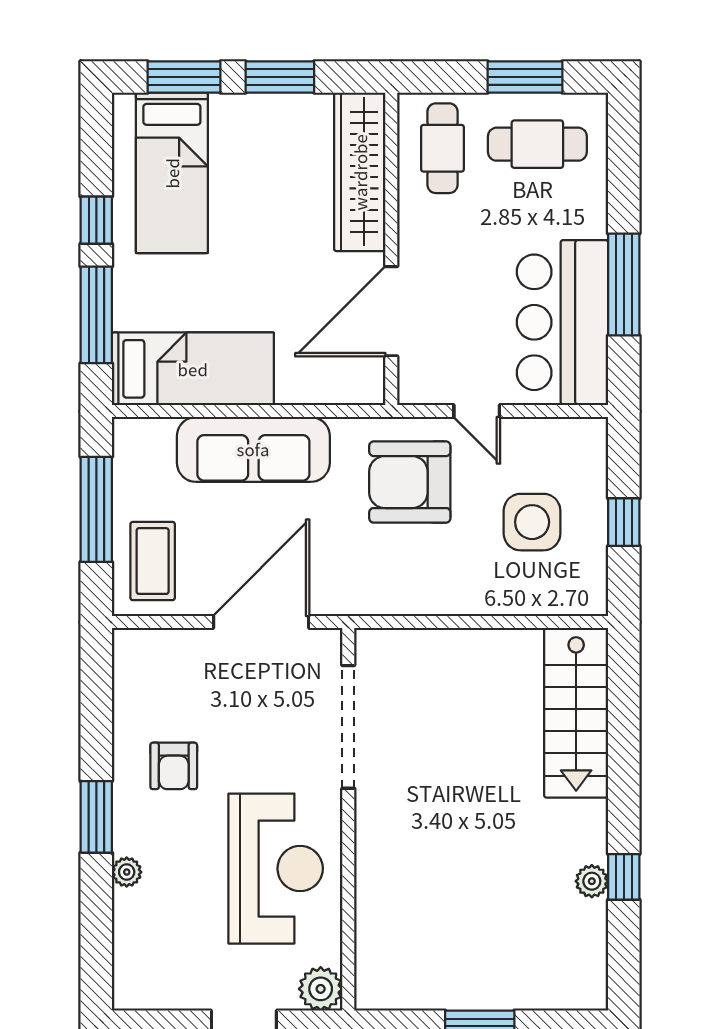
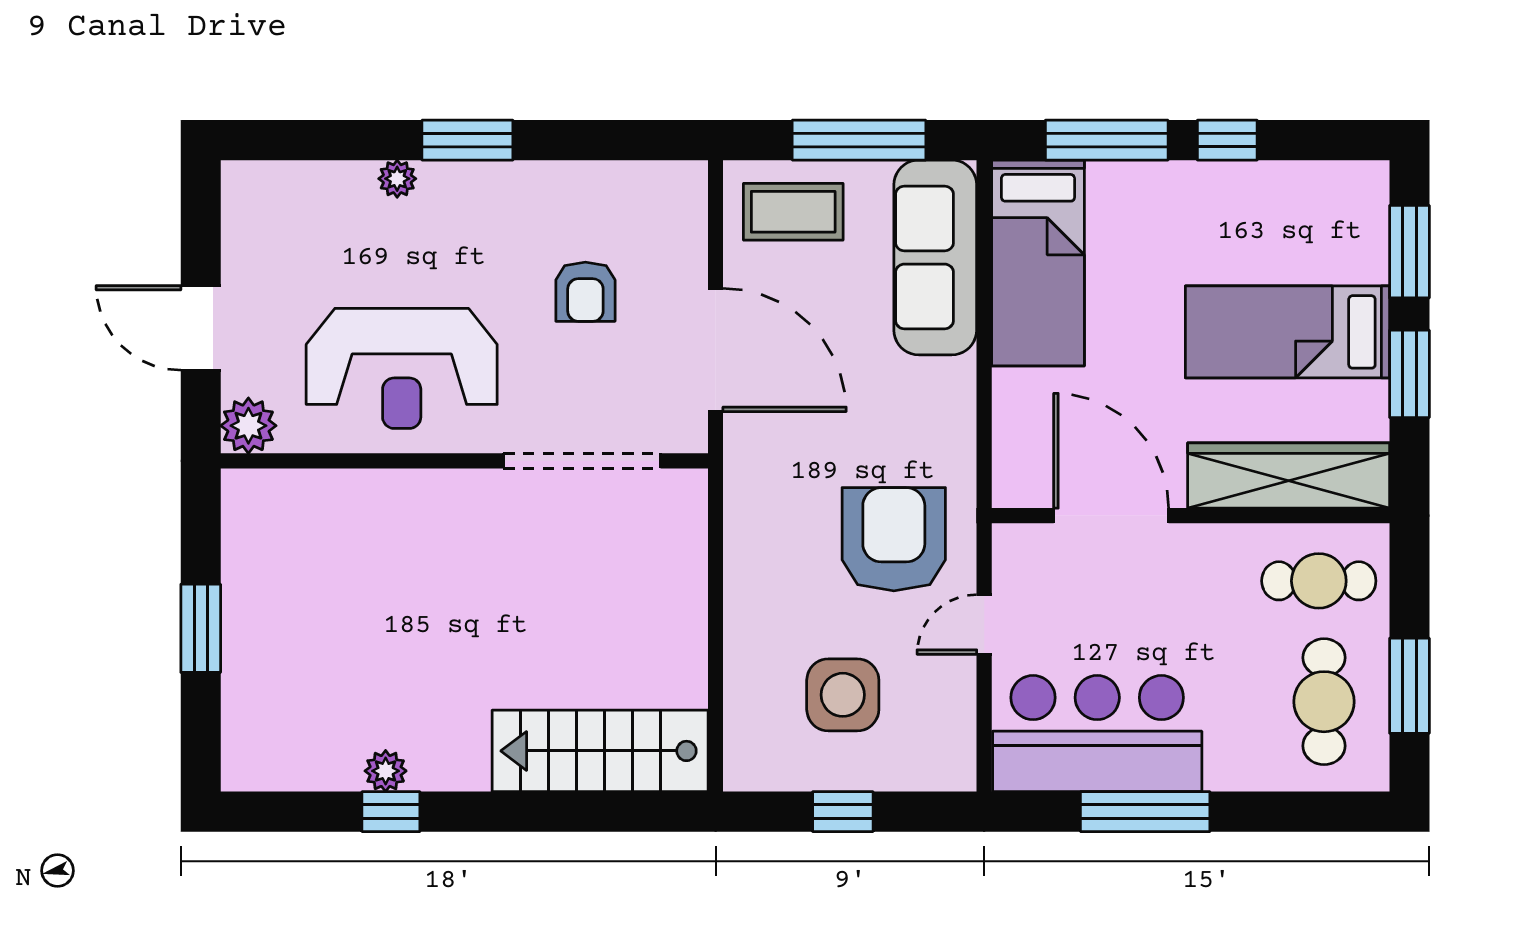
bed: (172, 173) -> (1287, 332), moved
sofa: (253, 449) -> (935, 257), moved
armchair: (174, 766) -> (585, 292), moved, turned -90

